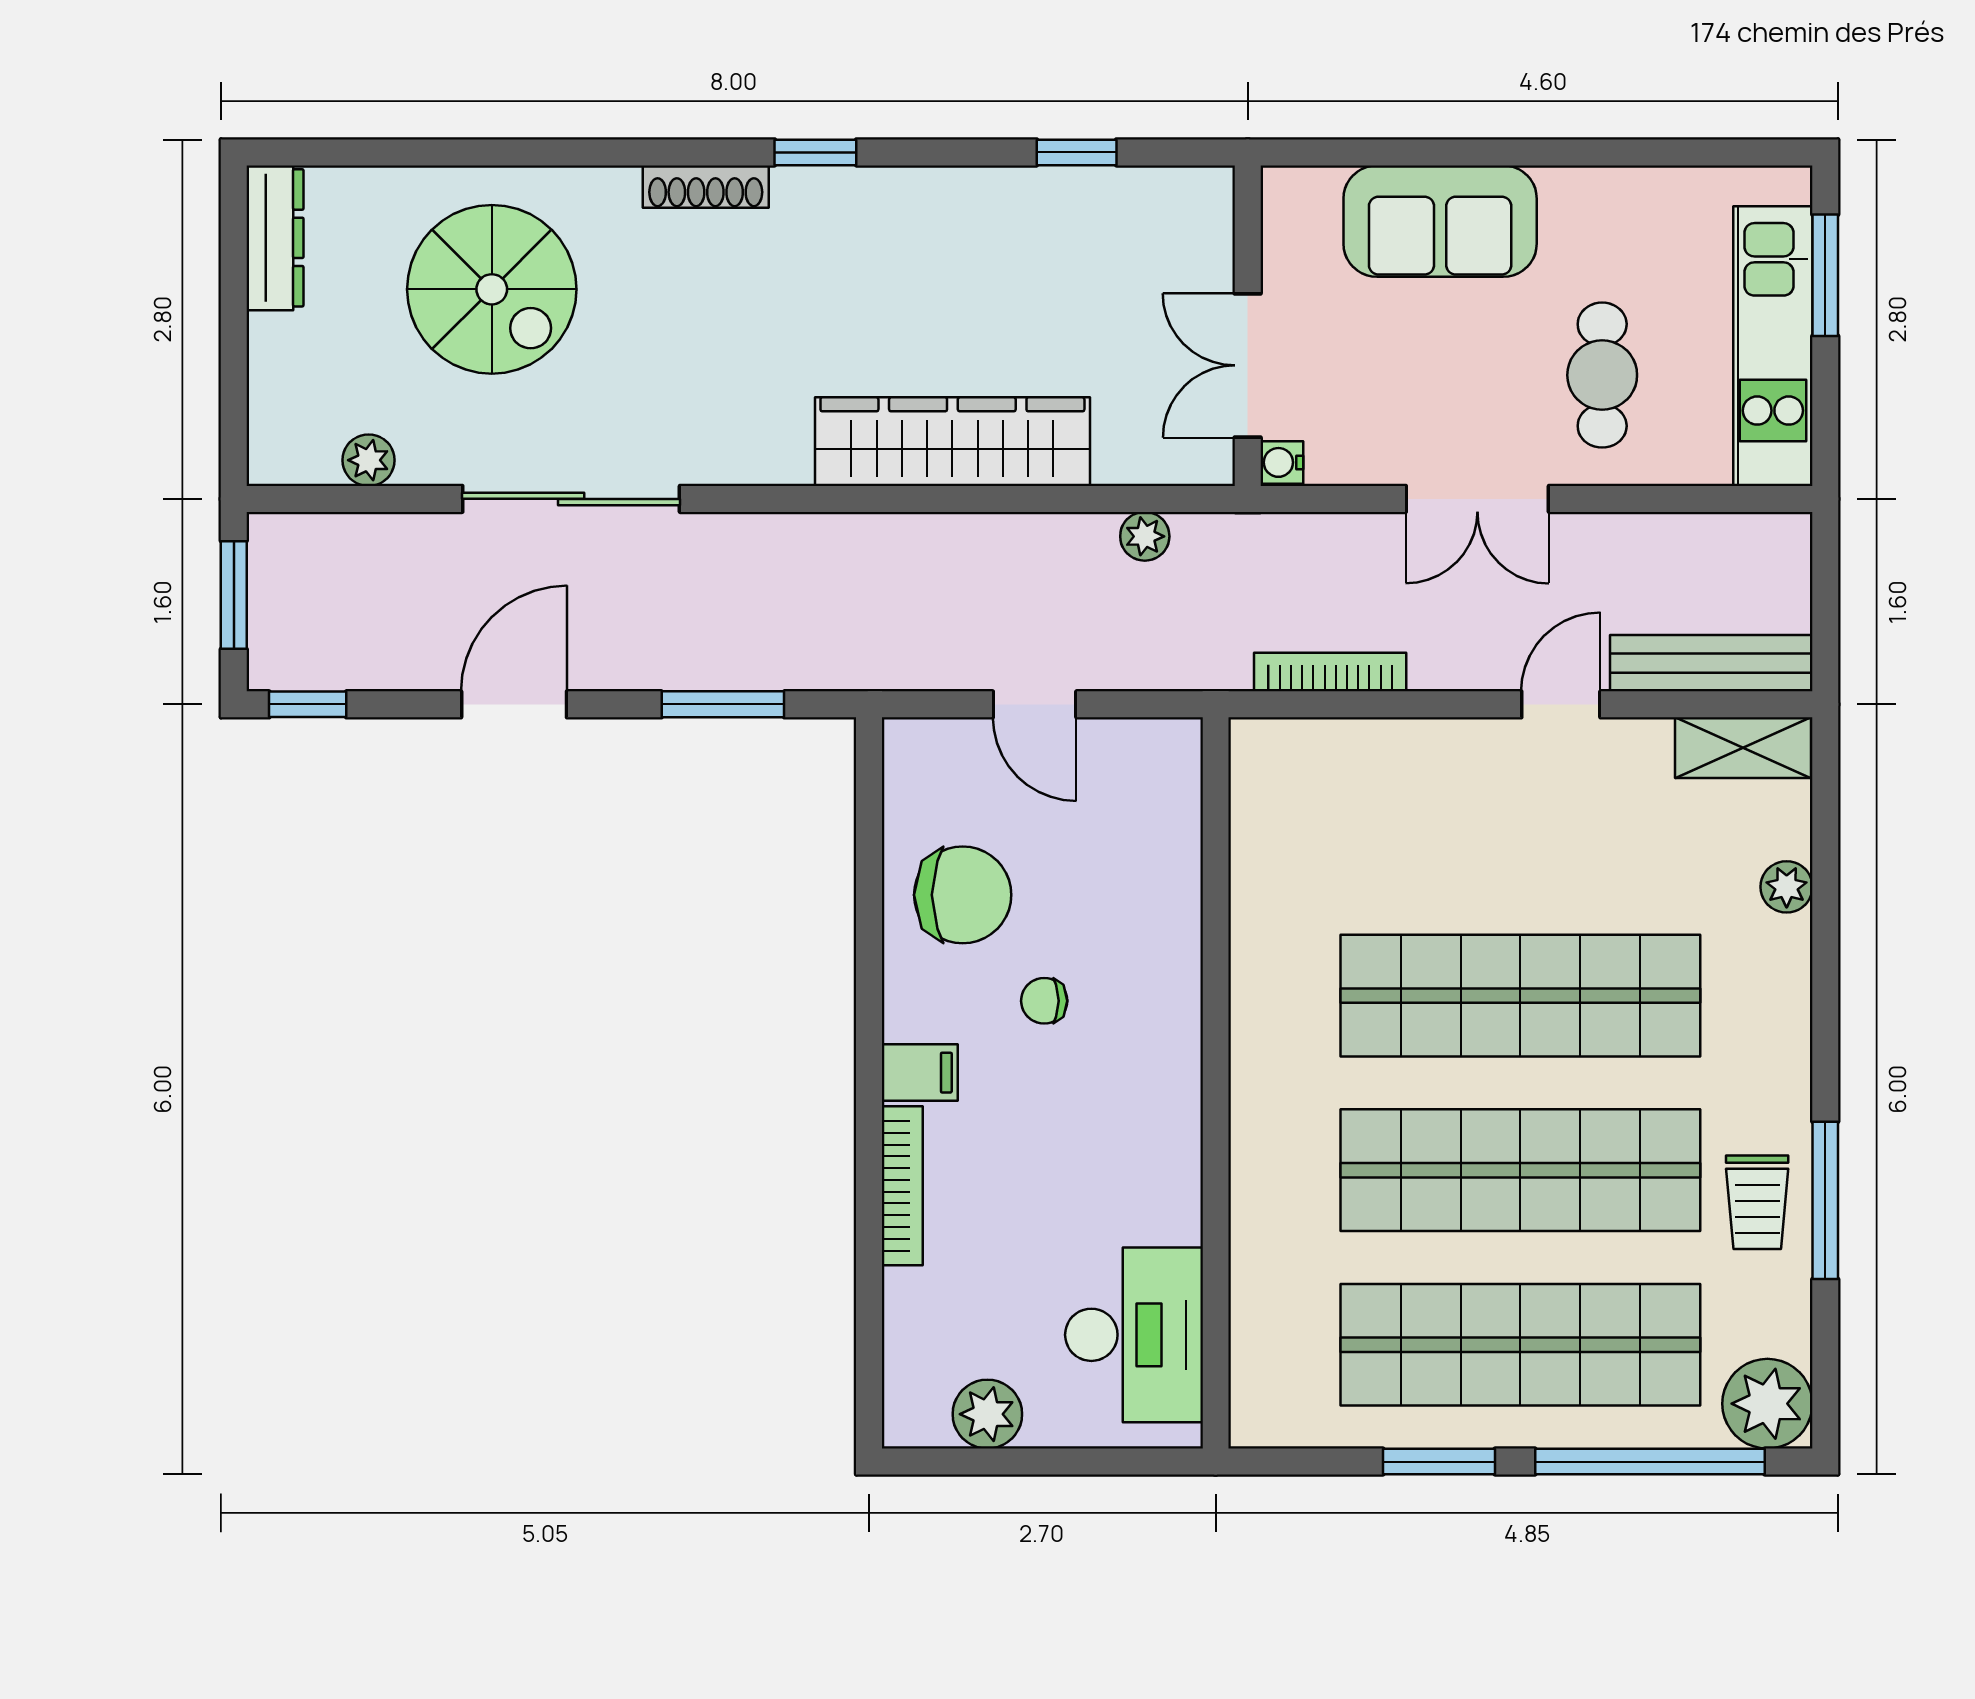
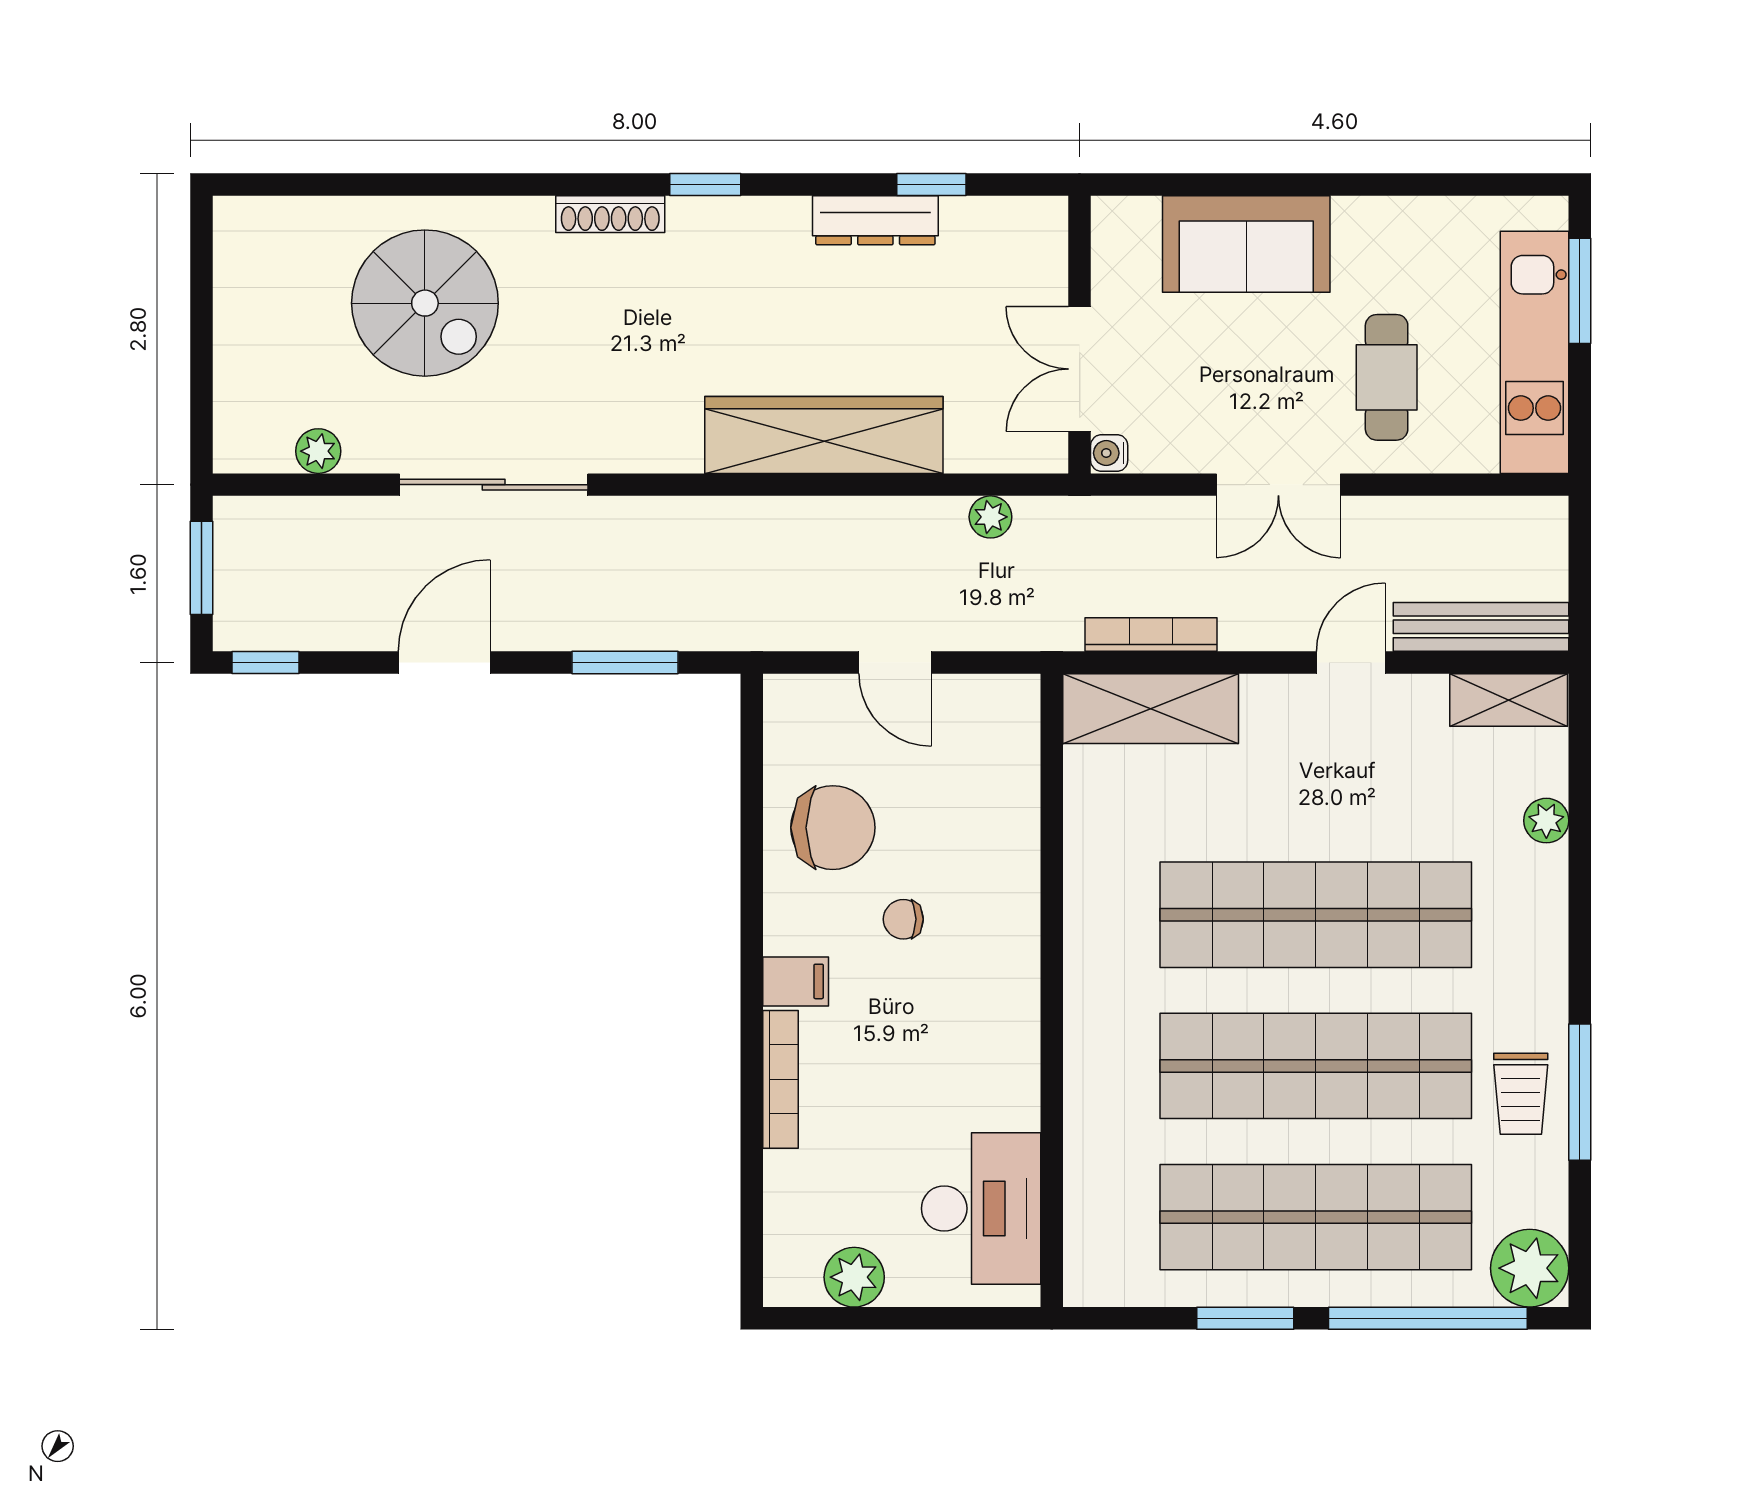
dresser: (275, 238) -> (875, 220), moved, turned 90
shelving: (1330, 758) -> (1151, 709), added

